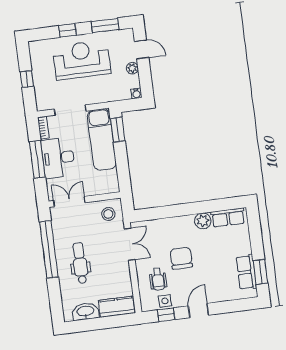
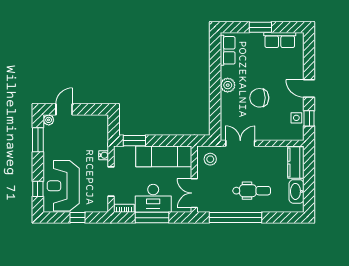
window: (67, 30) -> (38, 189), moved
reception desk: (82, 60) -> (63, 186), moved
plant: (132, 68) -> (49, 120), moved
water cooler: (136, 93) -> (104, 155), moved
exam couch: (102, 139) -> (164, 156), moved
plant: (203, 221) -> (228, 85), moved
dental chair: (80, 263) -> (252, 191), turned 180
window: (260, 272) -> (260, 27), moved
wheelchair: (158, 279) -> (276, 122), removed

